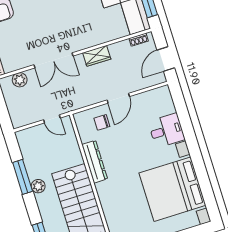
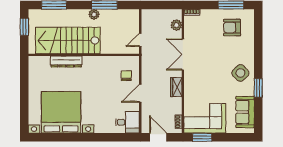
door: (118, 98) -> (140, 93), hinge flipped
desk: (166, 131) -> (127, 122), moved, turned -90
dresser: (95, 162) -> (66, 61), moved

